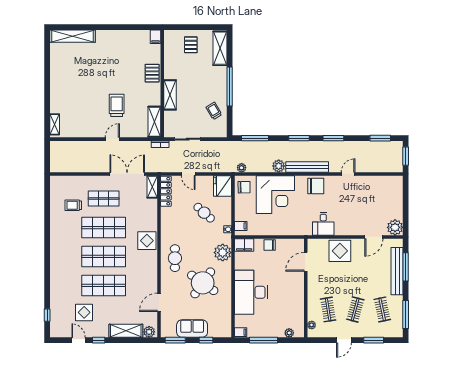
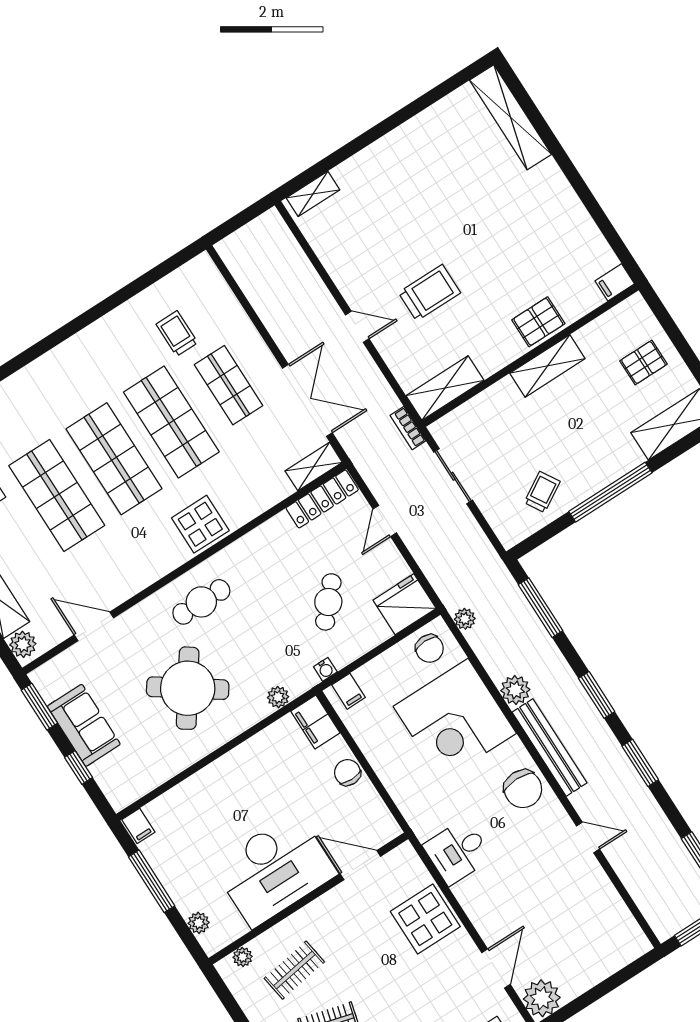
shelving: (170, 95) -> (547, 366), moved
door: (374, 237) -> (496, 968), swing flipped
plant: (223, 253) -> (278, 697), width x0.53, depth x0.53
desk: (251, 292) -> (274, 869), moved, turned 180

